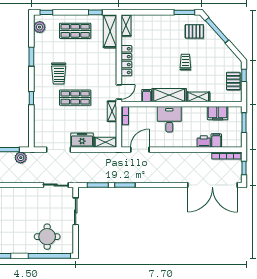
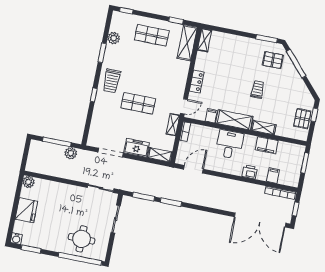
plant: (40, 27) -> (114, 38), moved
locker: (126, 61) -> (197, 82), width x0.66
trolley: (59, 74) -> (112, 81), moved
filing cabinet: (218, 113) -> (267, 145), moved
printer: (204, 141) -> (250, 172), moved

